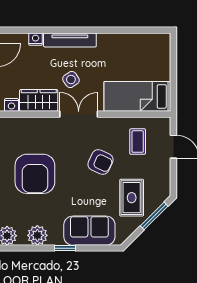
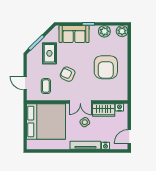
bed: (137, 96) -> (46, 121), width x2.04
armchair: (35, 174) -> (106, 67), turned 180

